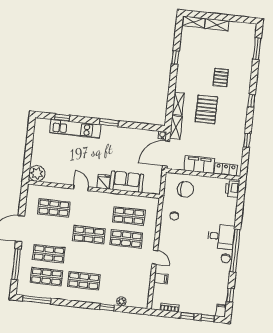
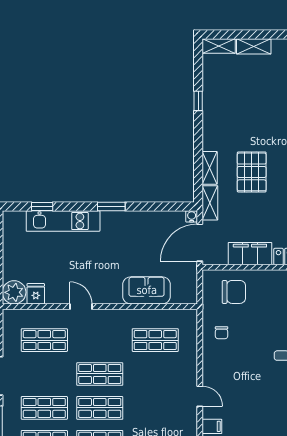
pallet: (221, 77) -> (268, 123), removed
fridge: (104, 182) -> (36, 294), moved
shop shelf: (126, 239) -> (100, 408), moved

